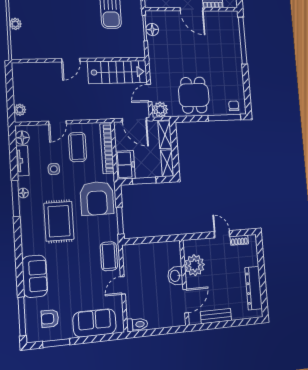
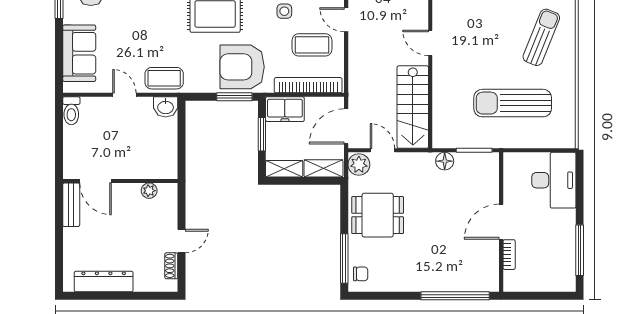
floor lamp: (152, 29) -> (445, 161), moved
window: (120, 221) -> (234, 97), moved
plant: (195, 265) -> (149, 191), width x0.53, depth x0.53
washbasin: (175, 276) -> (166, 107), moved, turned 180
bench: (216, 316) -> (71, 205), moved

